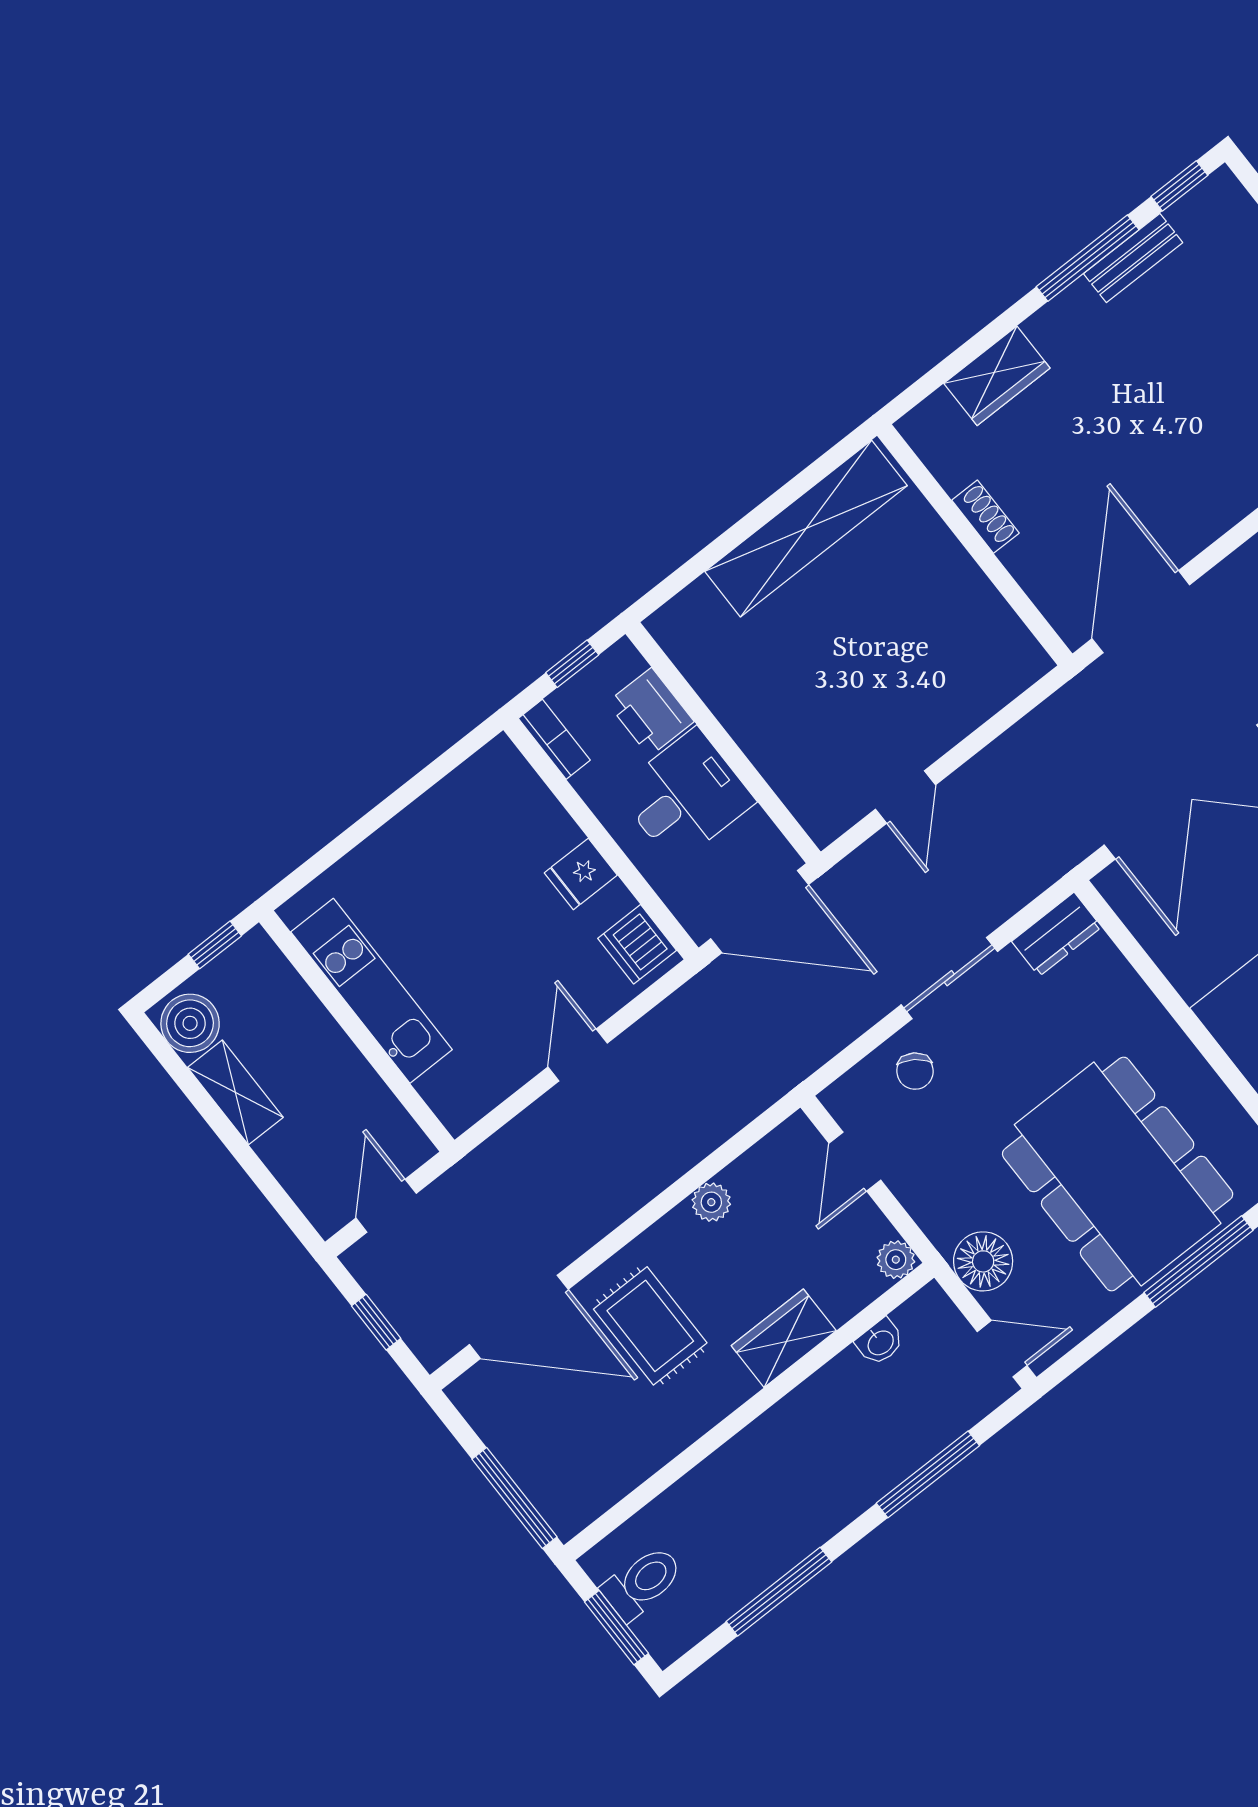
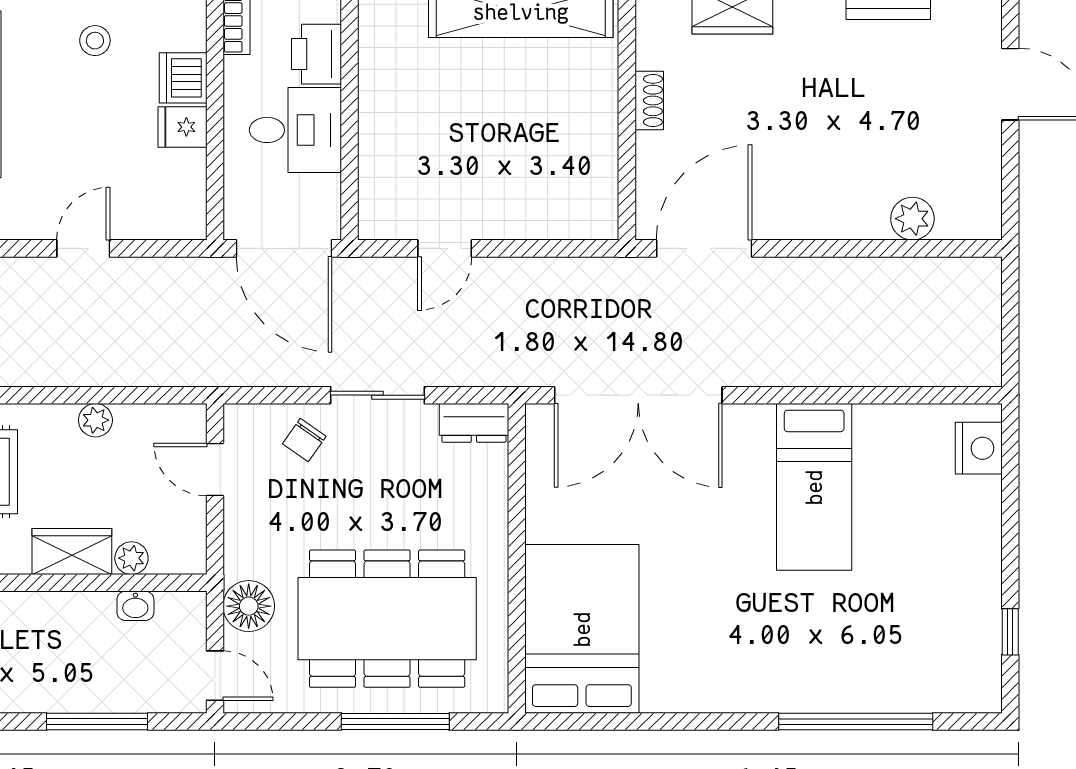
stool: (440, 858) -> (95, 41), added
dishwasher: (637, 944) -> (183, 78), moved
door: (855, 1162) -> (215, 470), hinge flipped
dining table: (1118, 1174) -> (387, 619), turned 90
plant: (896, 1260) -> (131, 558), moved

